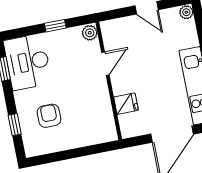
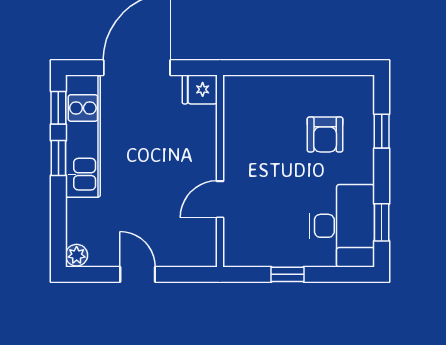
plant: (90, 33) -> (235, 253), removed
fridge: (126, 104) -> (200, 89), moved

